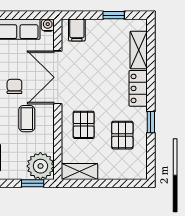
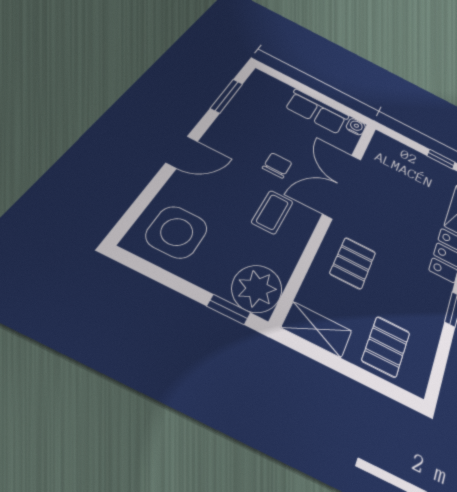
filing cabinet: (77, 30) -> (390, 150), removed
pallet: (122, 135) -> (386, 346), moved

